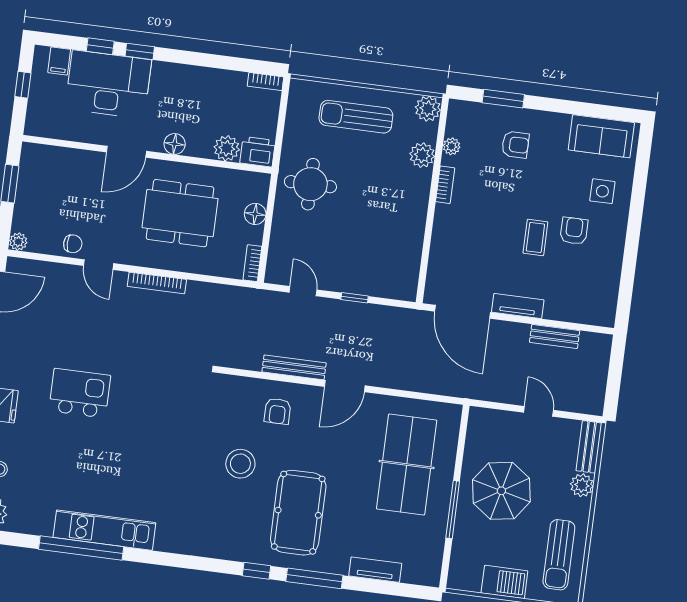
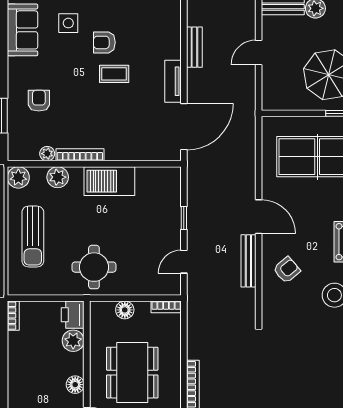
bookcase: (445, 185) -> (80, 155), width x1.56
barbecue: (410, 216) -> (109, 181), added
armchair: (278, 411) -> (287, 270), turned -40

